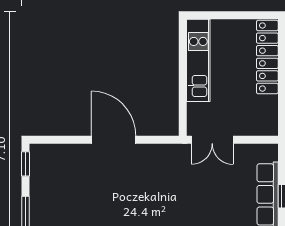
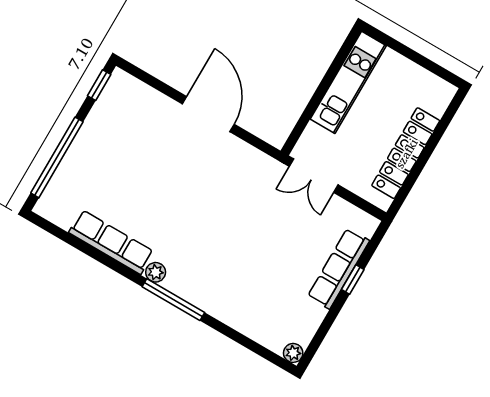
locker: (267, 57) -> (406, 153), moved

